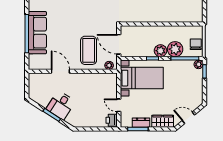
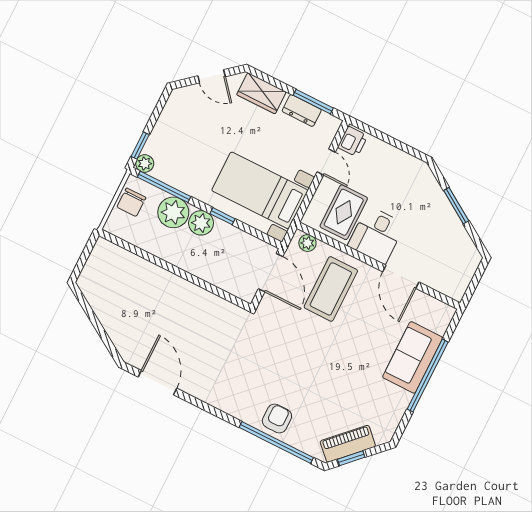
sofa: (37, 33) -> (413, 357), width x0.73
rug: (100, 87) -> (344, 212), added
desk: (61, 105) -> (376, 235), moved, turned 147

